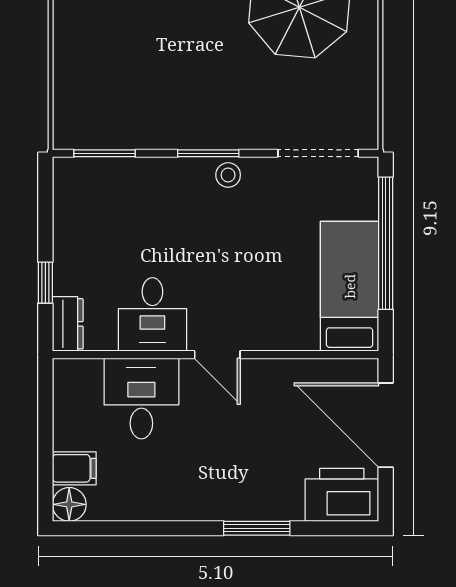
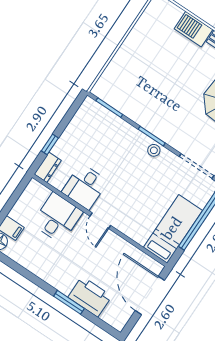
printer: (342, 495) -> (90, 297), moved

